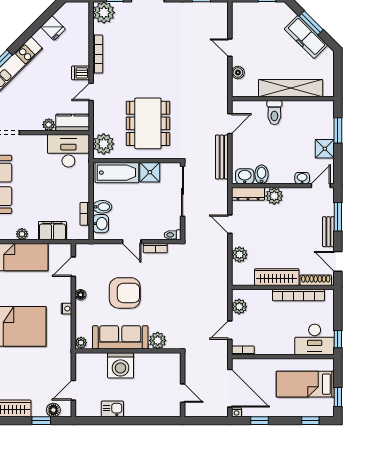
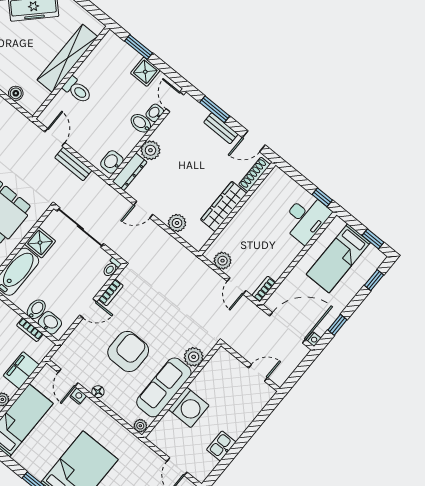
bench: (222, 157) -> (73, 164), width x0.73
bidet: (262, 174) -> (141, 123), moved
bookcase: (298, 295) -> (255, 200), removed
nightstand: (66, 309) -> (78, 396), moved

